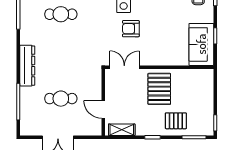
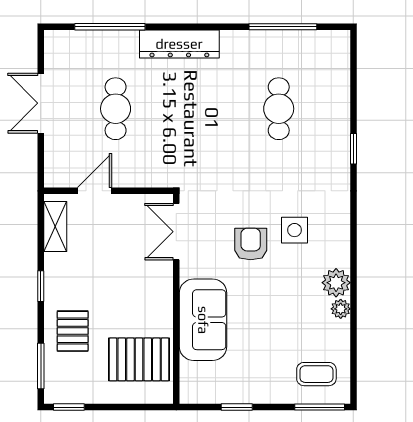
sofa: (201, 44) -> (203, 320), moved, turned 90
double door: (124, 67) -> (176, 232), swing flipped
pallet: (159, 89) -> (139, 359), moved

